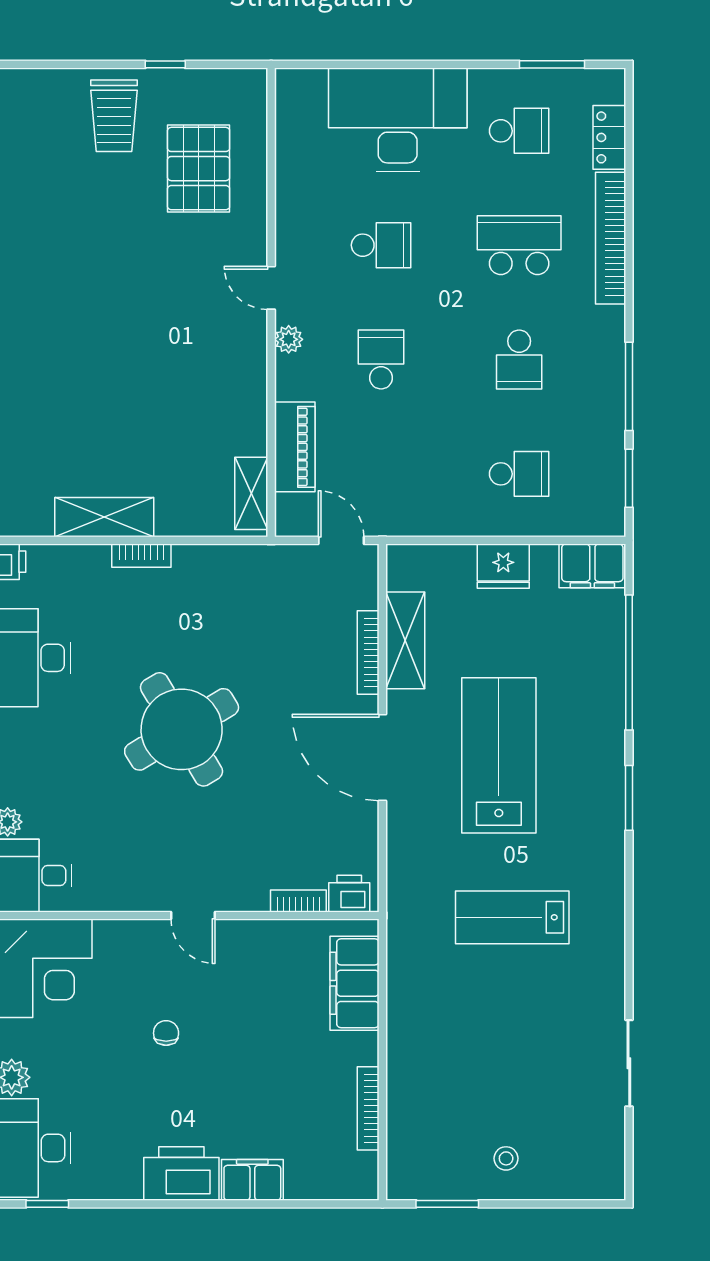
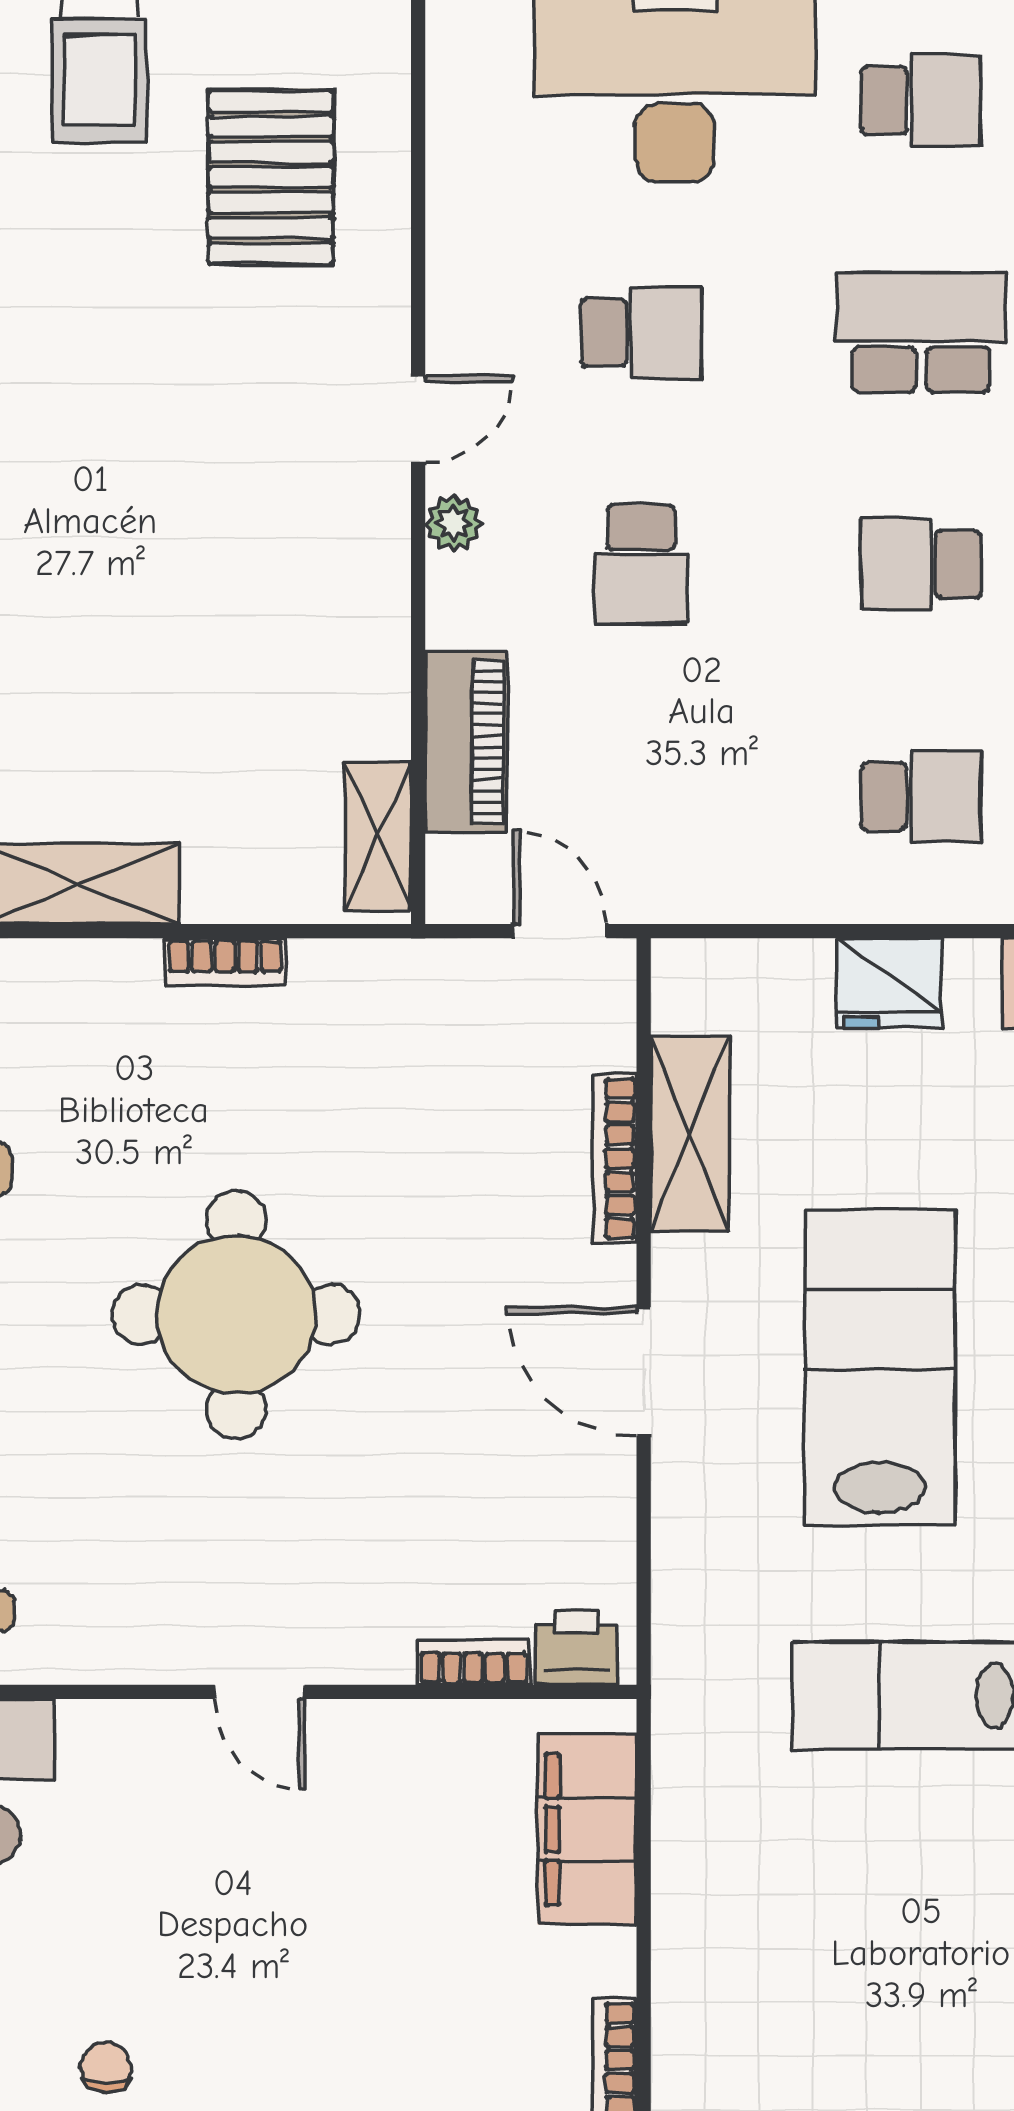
door: (271, 288) -> (418, 419), swing flipped
school desk: (381, 360) -> (641, 564), turned 180
school desk: (519, 360) -> (921, 564), turned 90
bookcase: (141, 556) -> (225, 962), moved
round table: (182, 729) -> (236, 1314), turned 31
door: (382, 757) -> (644, 1371), width x0.73
chair: (166, 1033) -> (106, 2068), moved

